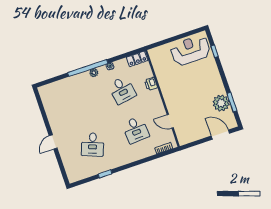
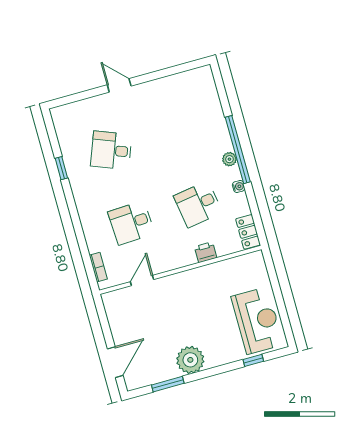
plant: (221, 103) -> (190, 360), moved

